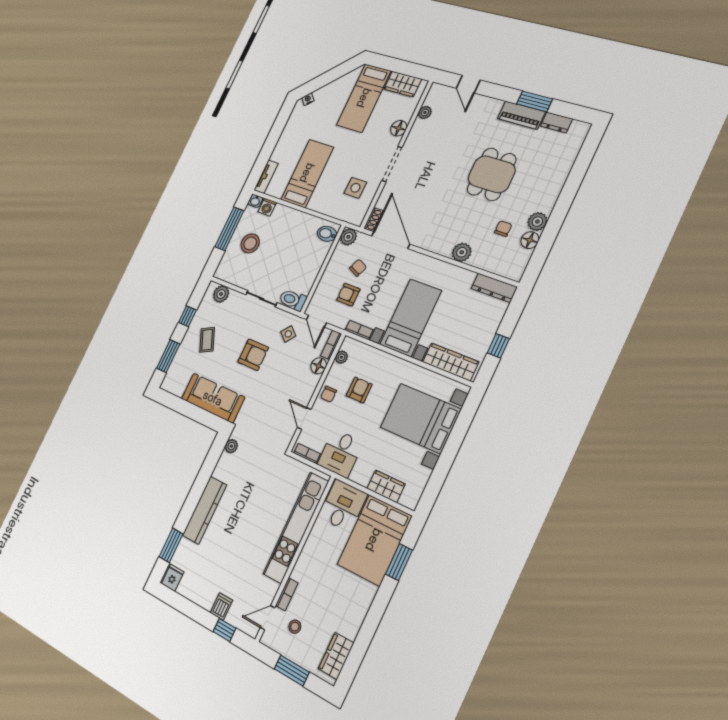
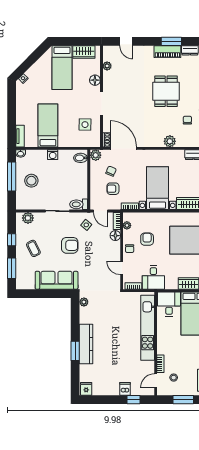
washing machine: (267, 207) -> (53, 155), moved
window: (171, 545) -> (75, 351), moved

